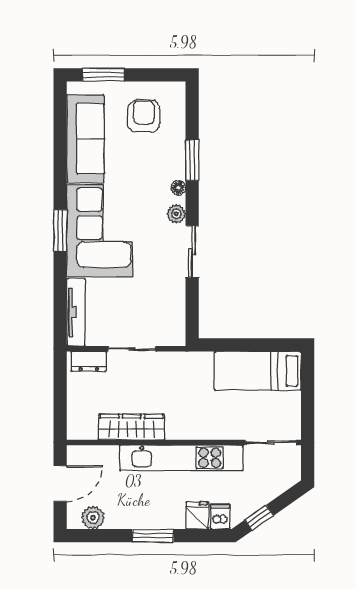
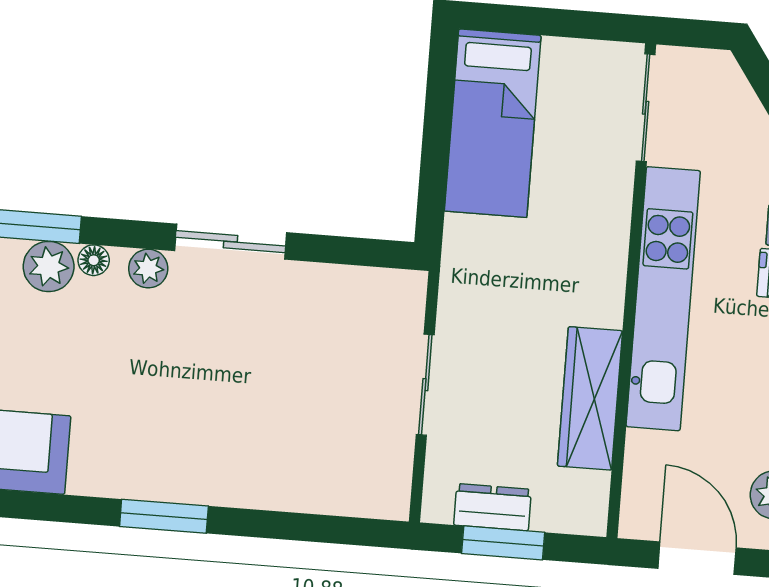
plant: (174, 167) -> (49, 267), added
corner sofa: (100, 231) -> (171, 433), removed
tv unit: (76, 312) -> (339, 497), removed
dresser: (89, 361) -> (493, 507), moved, turned -90
window: (60, 391) -> (503, 543), added

